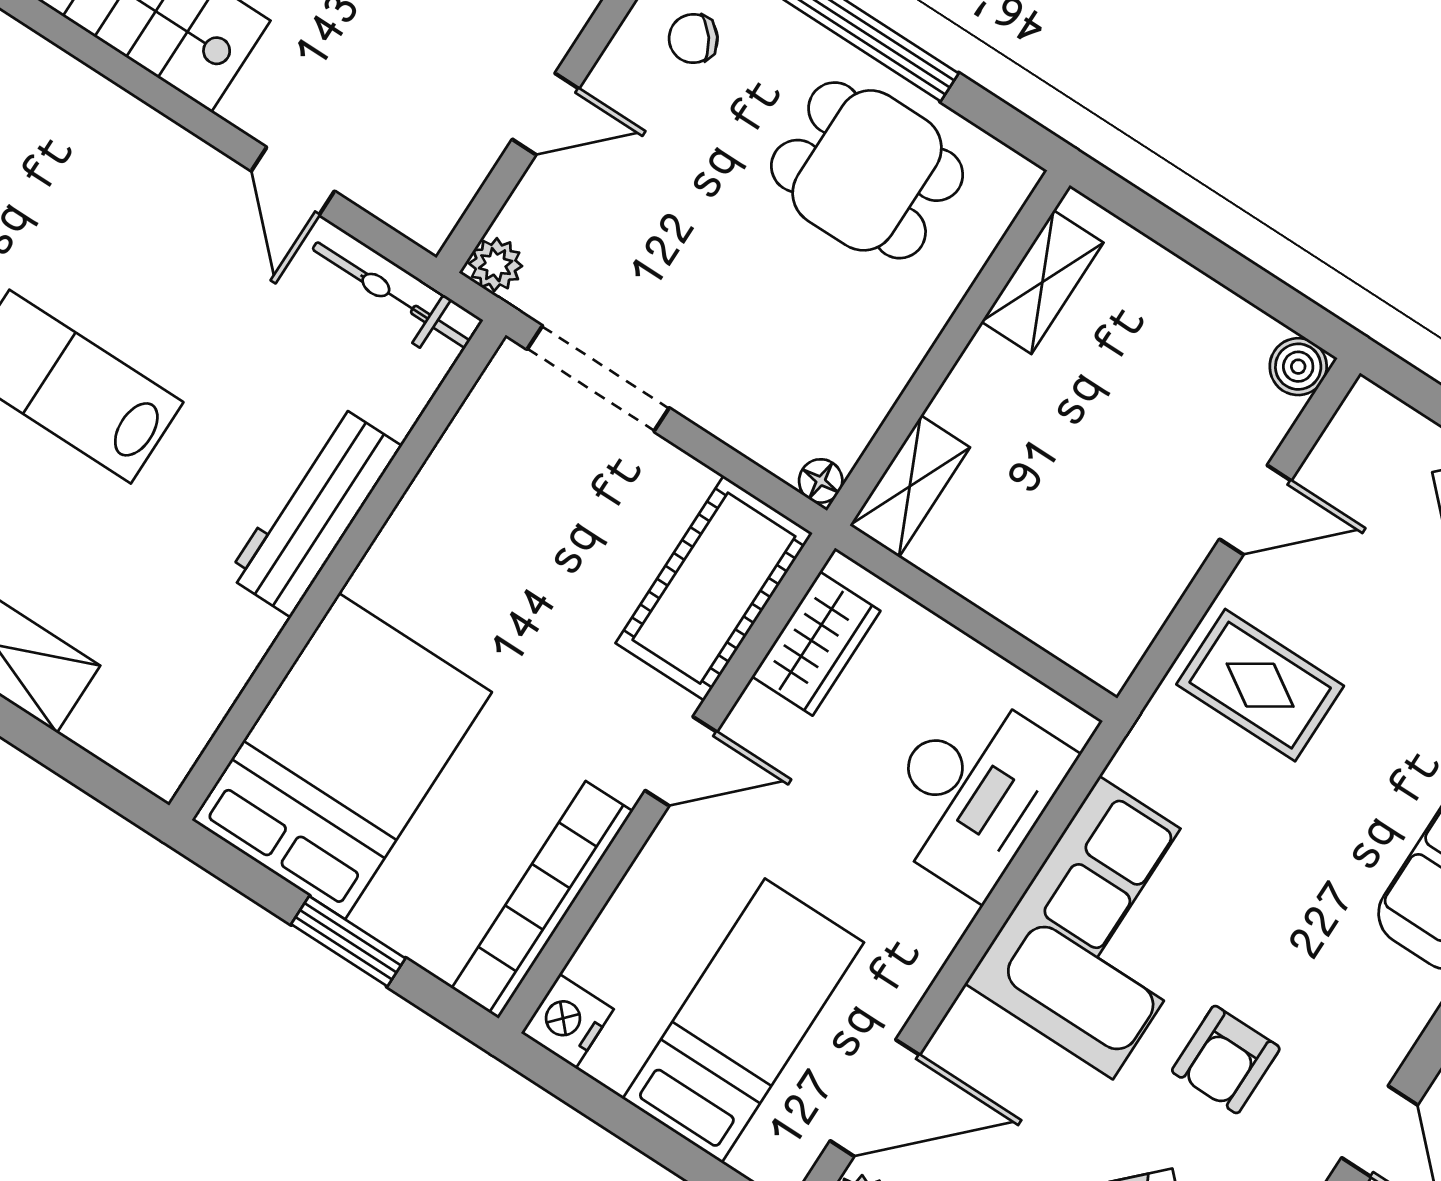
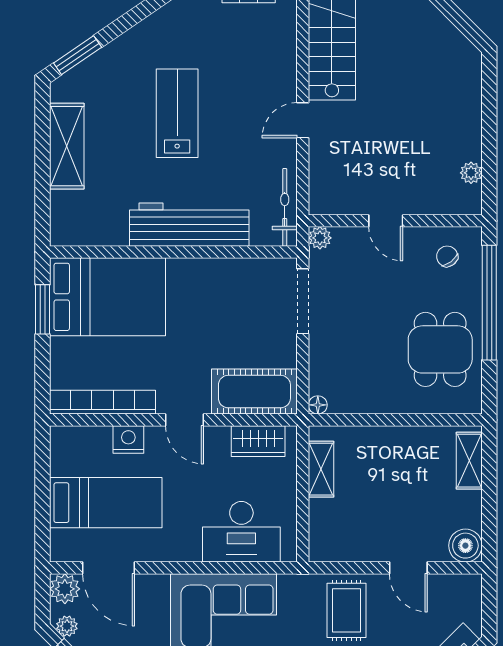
door: (293, 181) -> (303, 120), moved
shelving: (1042, 282) -> (469, 461), moved, turned 90
boiler: (1298, 367) -> (465, 546), width x1.36, depth x1.36
shelving: (910, 486) -> (321, 469), moved, turned 90
workbench: (314, 511) -> (189, 225), width x1.36, depth x1.32
window: (348, 941) -> (42, 309), moved
nightstand: (567, 1021) -> (128, 440), moved

